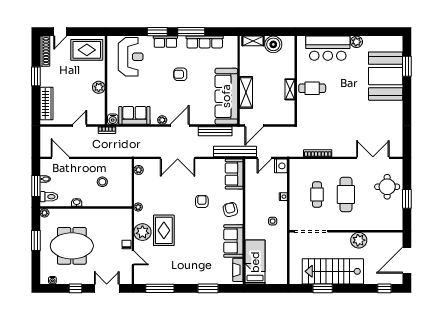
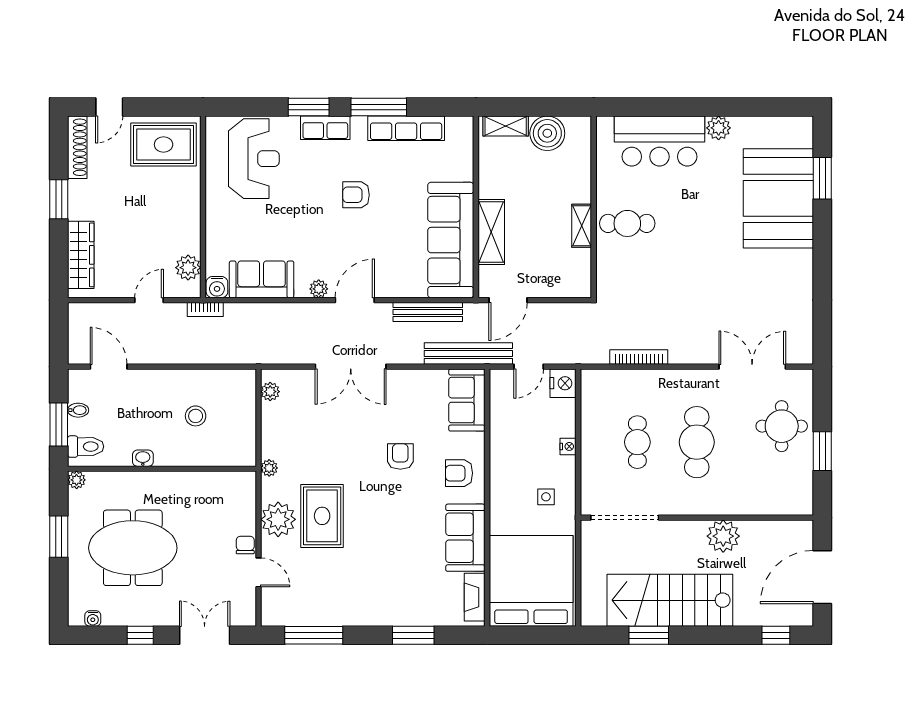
plant: (99, 87) -> (188, 268), moved
armchair: (230, 210) -> (459, 473), turned -75
bed: (255, 262) -> (531, 581), width x2.04

